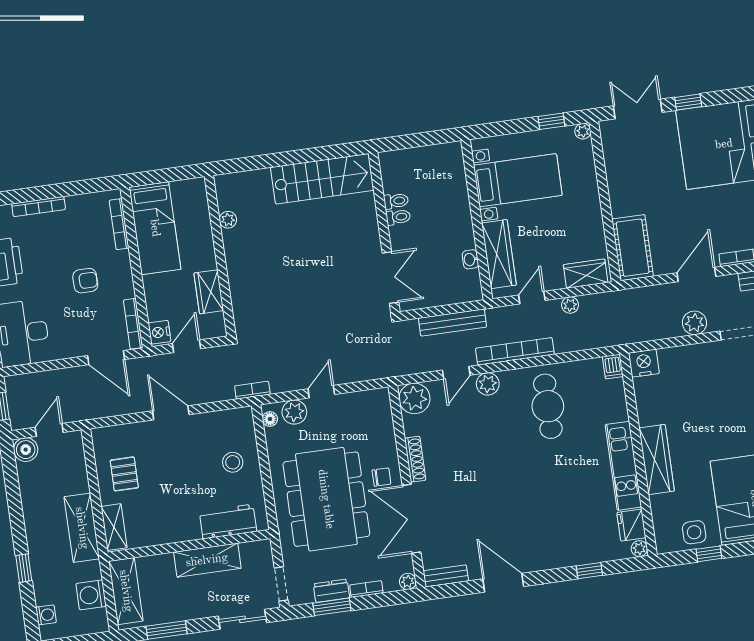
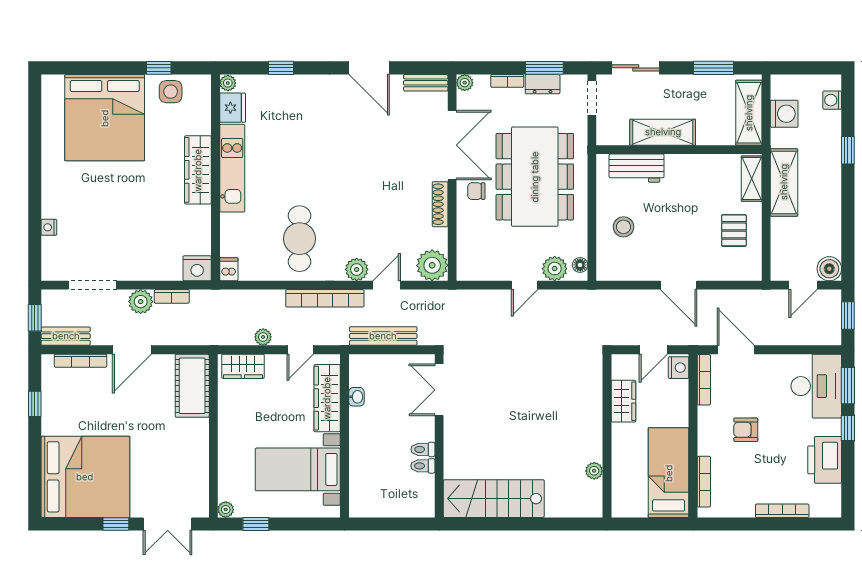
bookcase: (252, 390) -> (172, 296), moved

